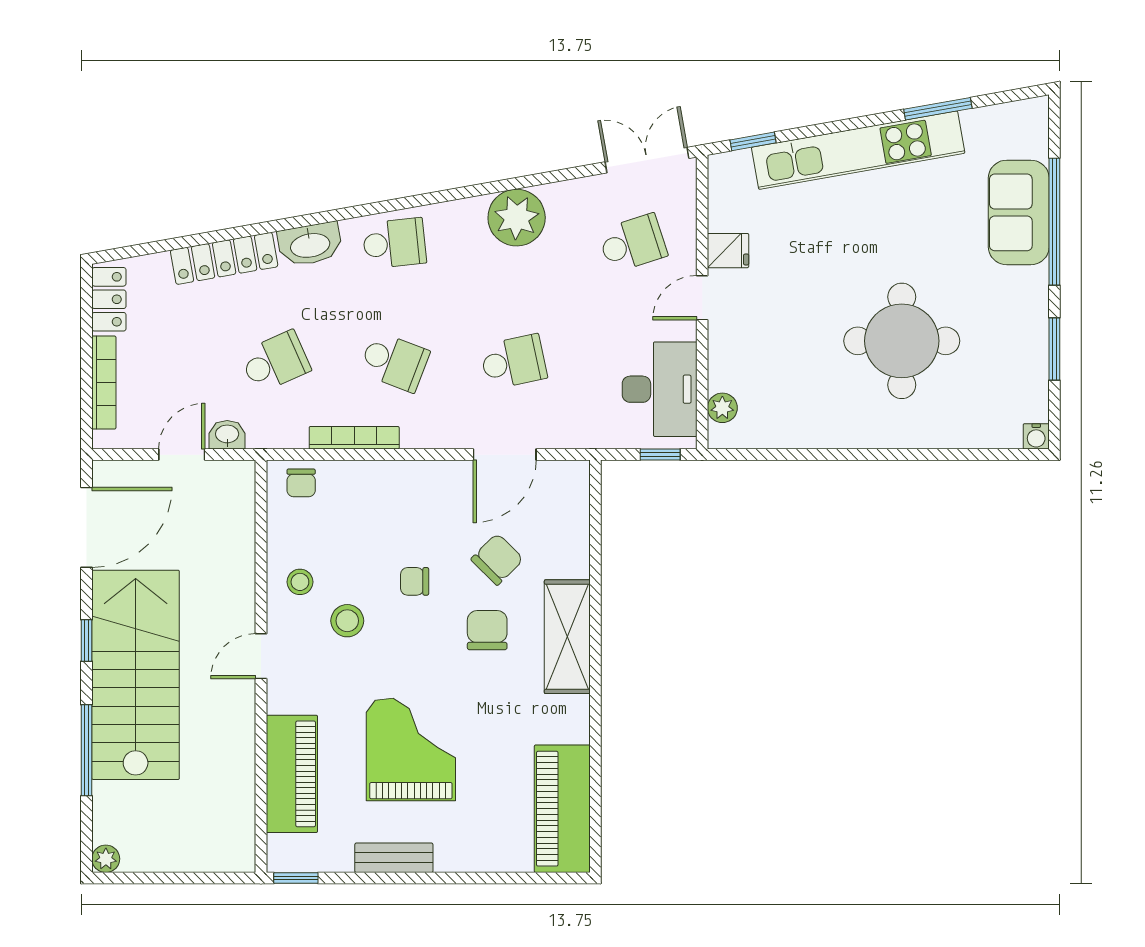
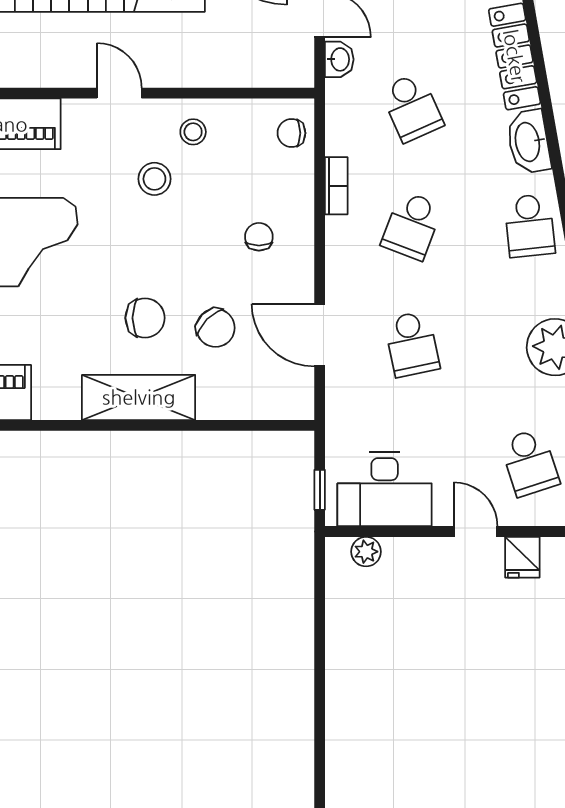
round table: (902, 341) -> (433, 730), removed
bookcase: (354, 438) -> (336, 186), width x0.64
chair: (415, 581) -> (259, 237), moved

